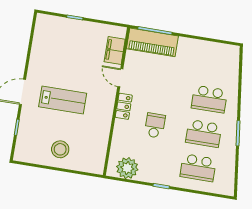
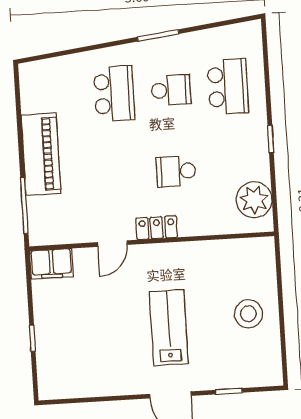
piano: (152, 42) -> (41, 154), moved
filing cabinet: (115, 50) -> (51, 264), moved
school desk: (204, 133) -> (171, 90), width x0.54

